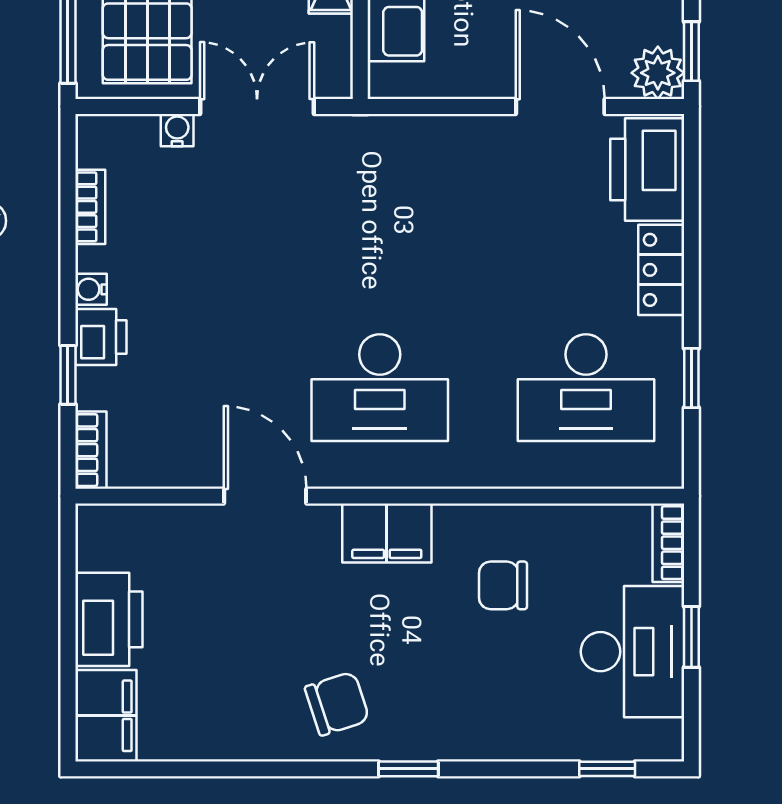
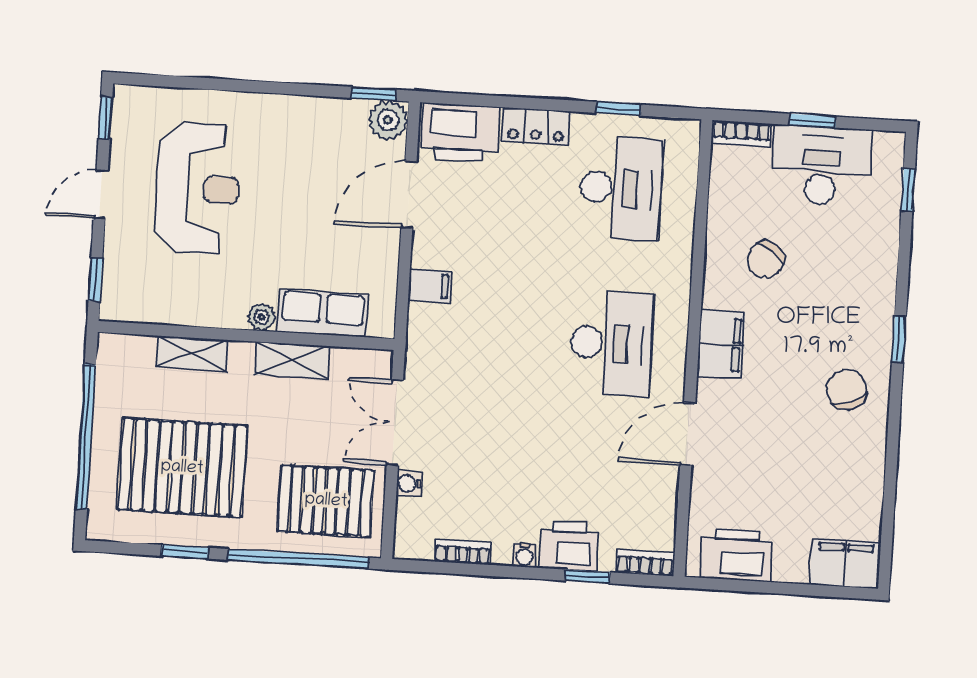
filing cabinet: (441, 142) -> (430, 286), added
printer: (101, 337) -> (569, 546), width x1.36, depth x1.24
chair: (503, 585) -> (766, 260), turned 34
printer: (109, 619) -> (736, 555), moved

